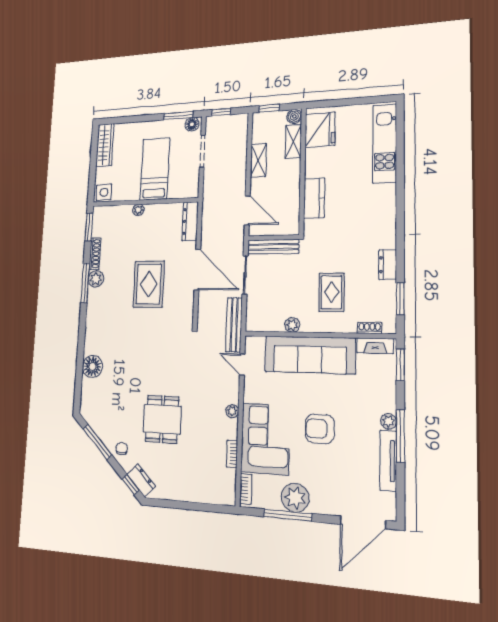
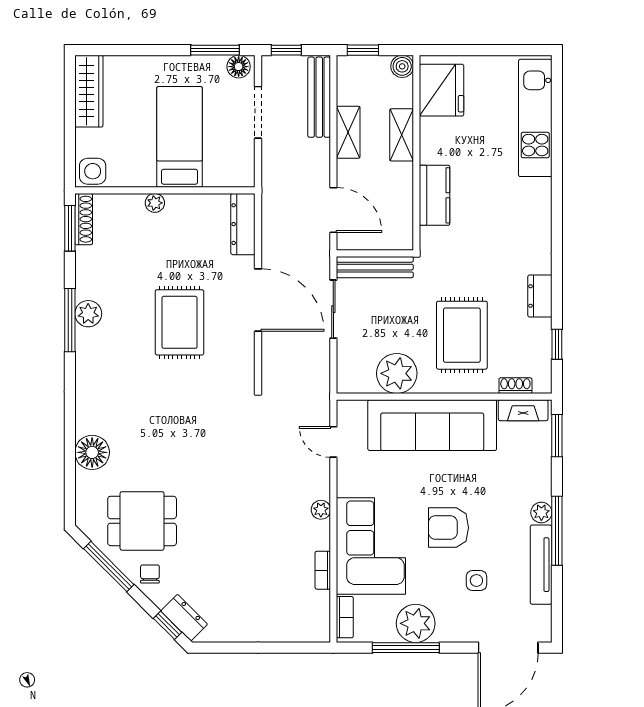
shelving: (293, 141) -> (402, 135), moved
shoe rack: (95, 254) -> (84, 219), moved
rug: (332, 292) -> (462, 335), width x1.36, depth x1.43
window: (400, 299) -> (557, 344), width x0.67
bench: (234, 325) -> (319, 97), moved
plant: (292, 325) -> (397, 373), width x1.88, depth x1.88
dining table: (162, 419) -> (142, 521), moved, turned 90
side table: (340, 469) -> (476, 581), added

